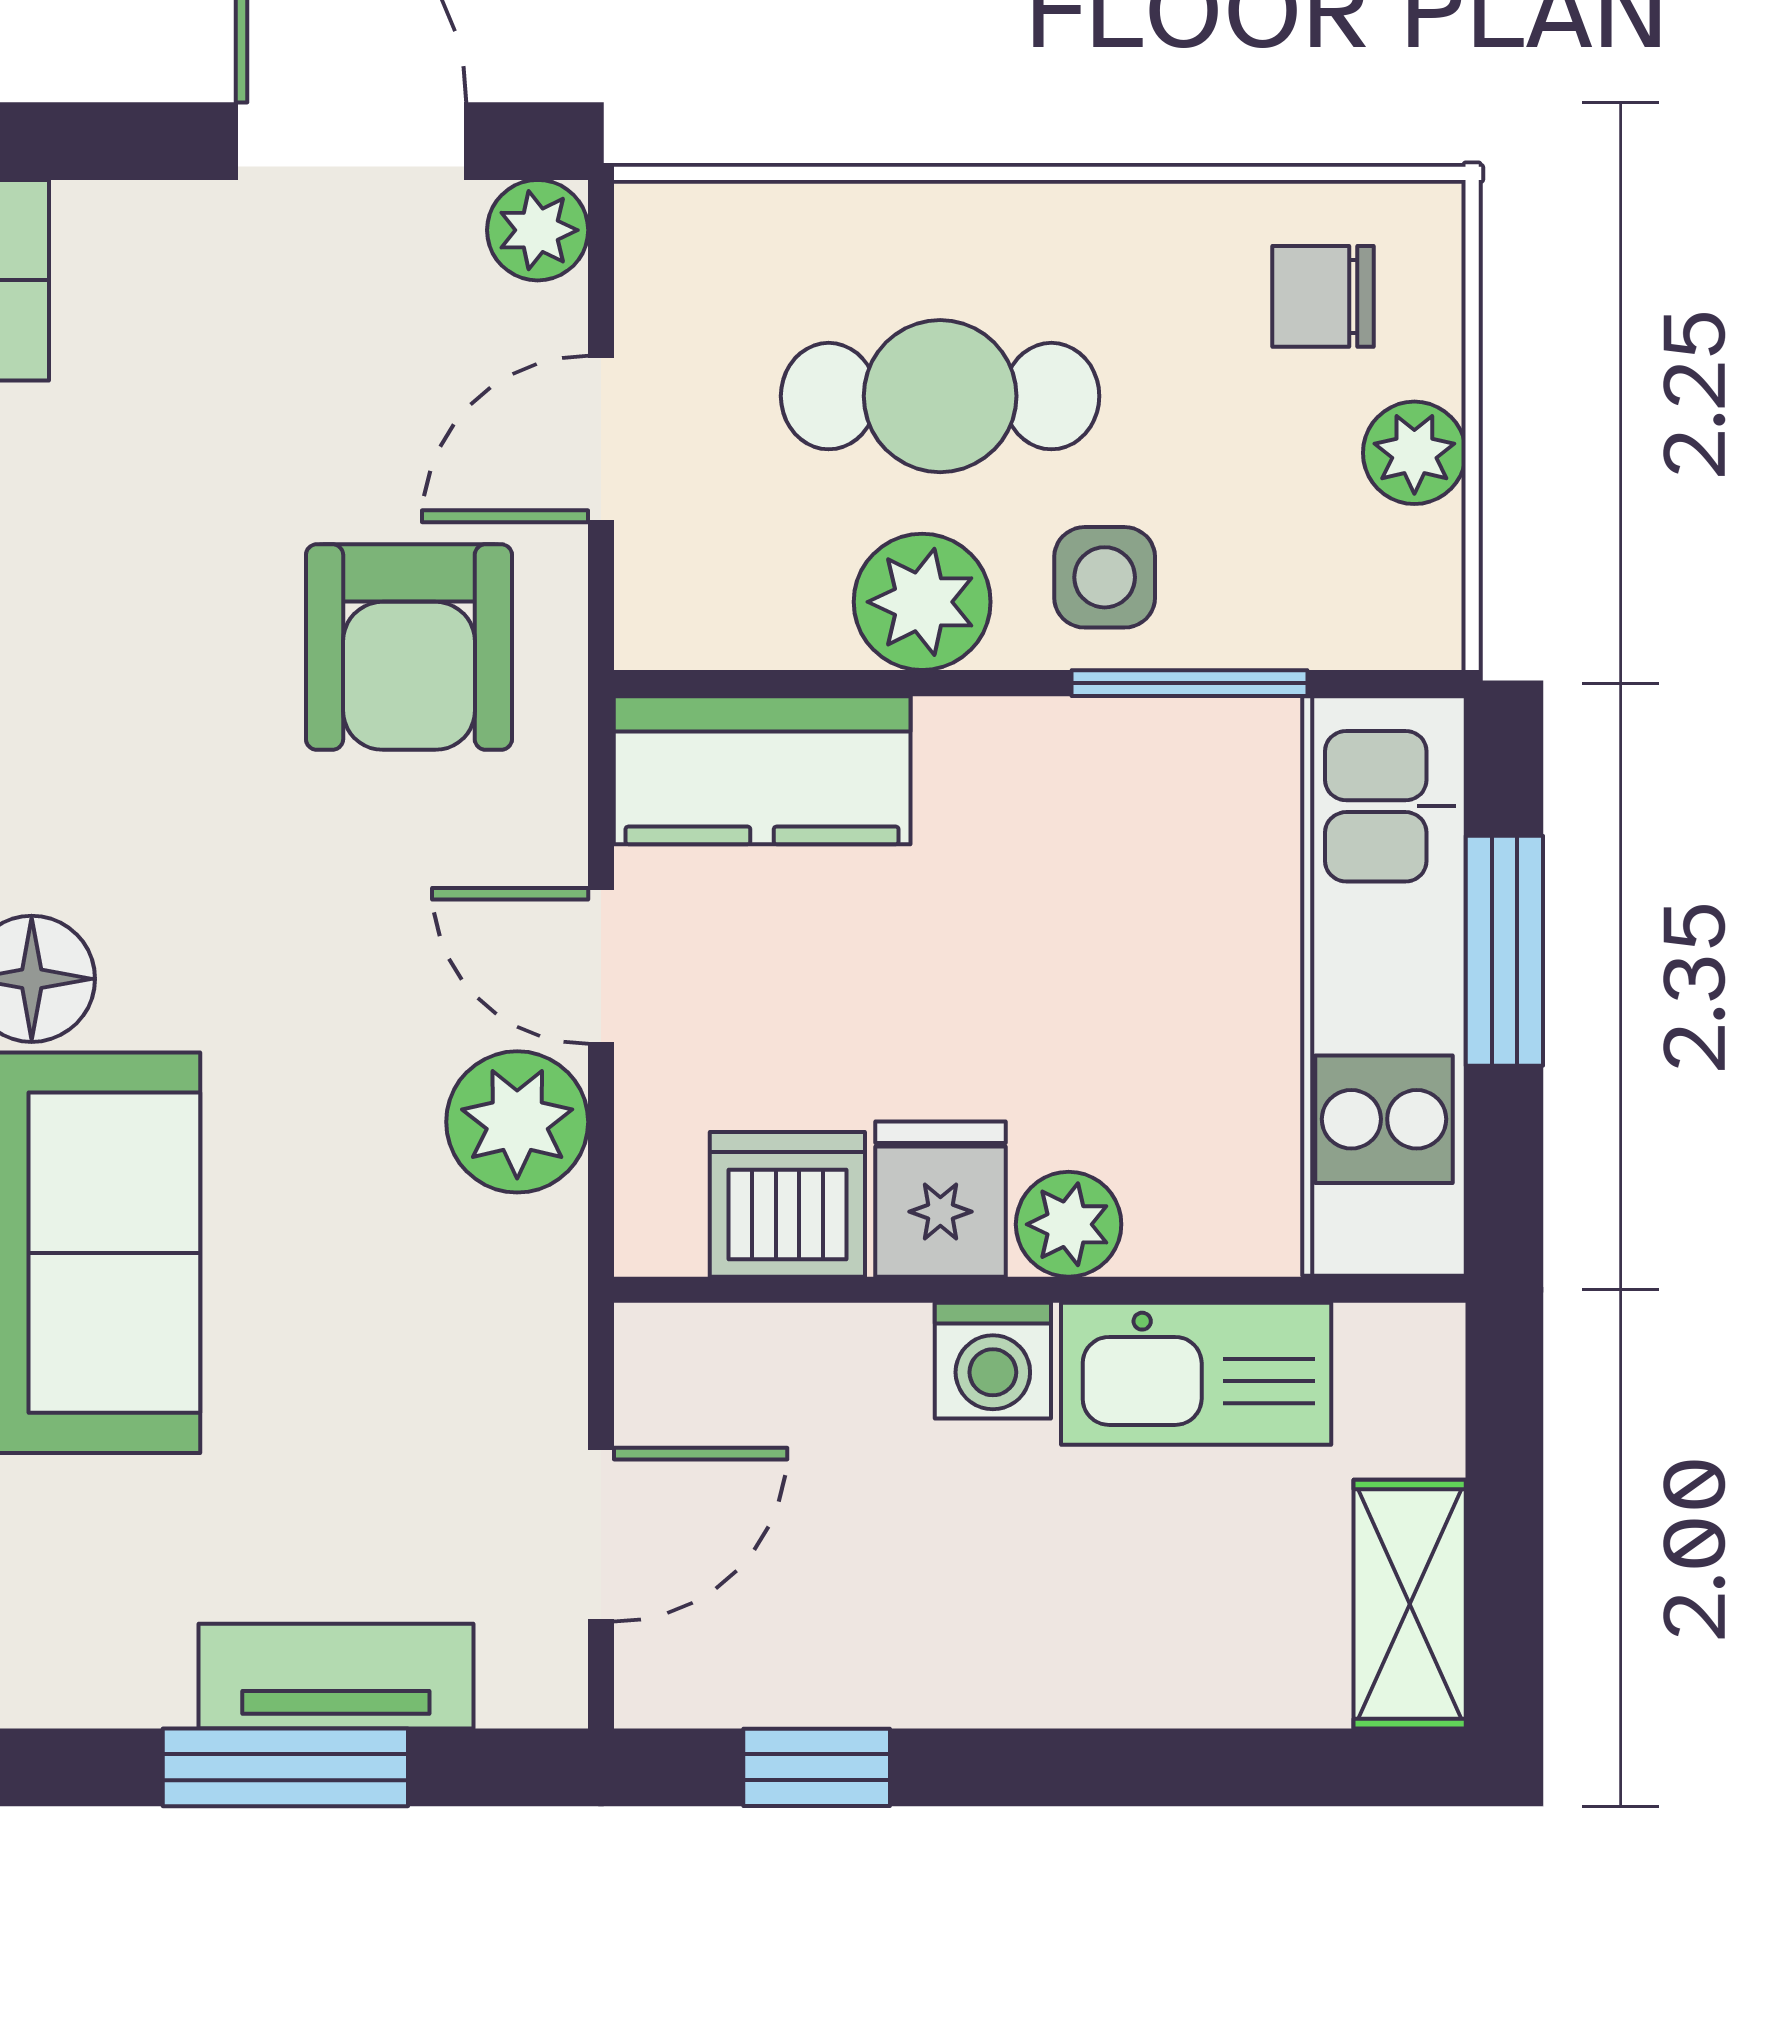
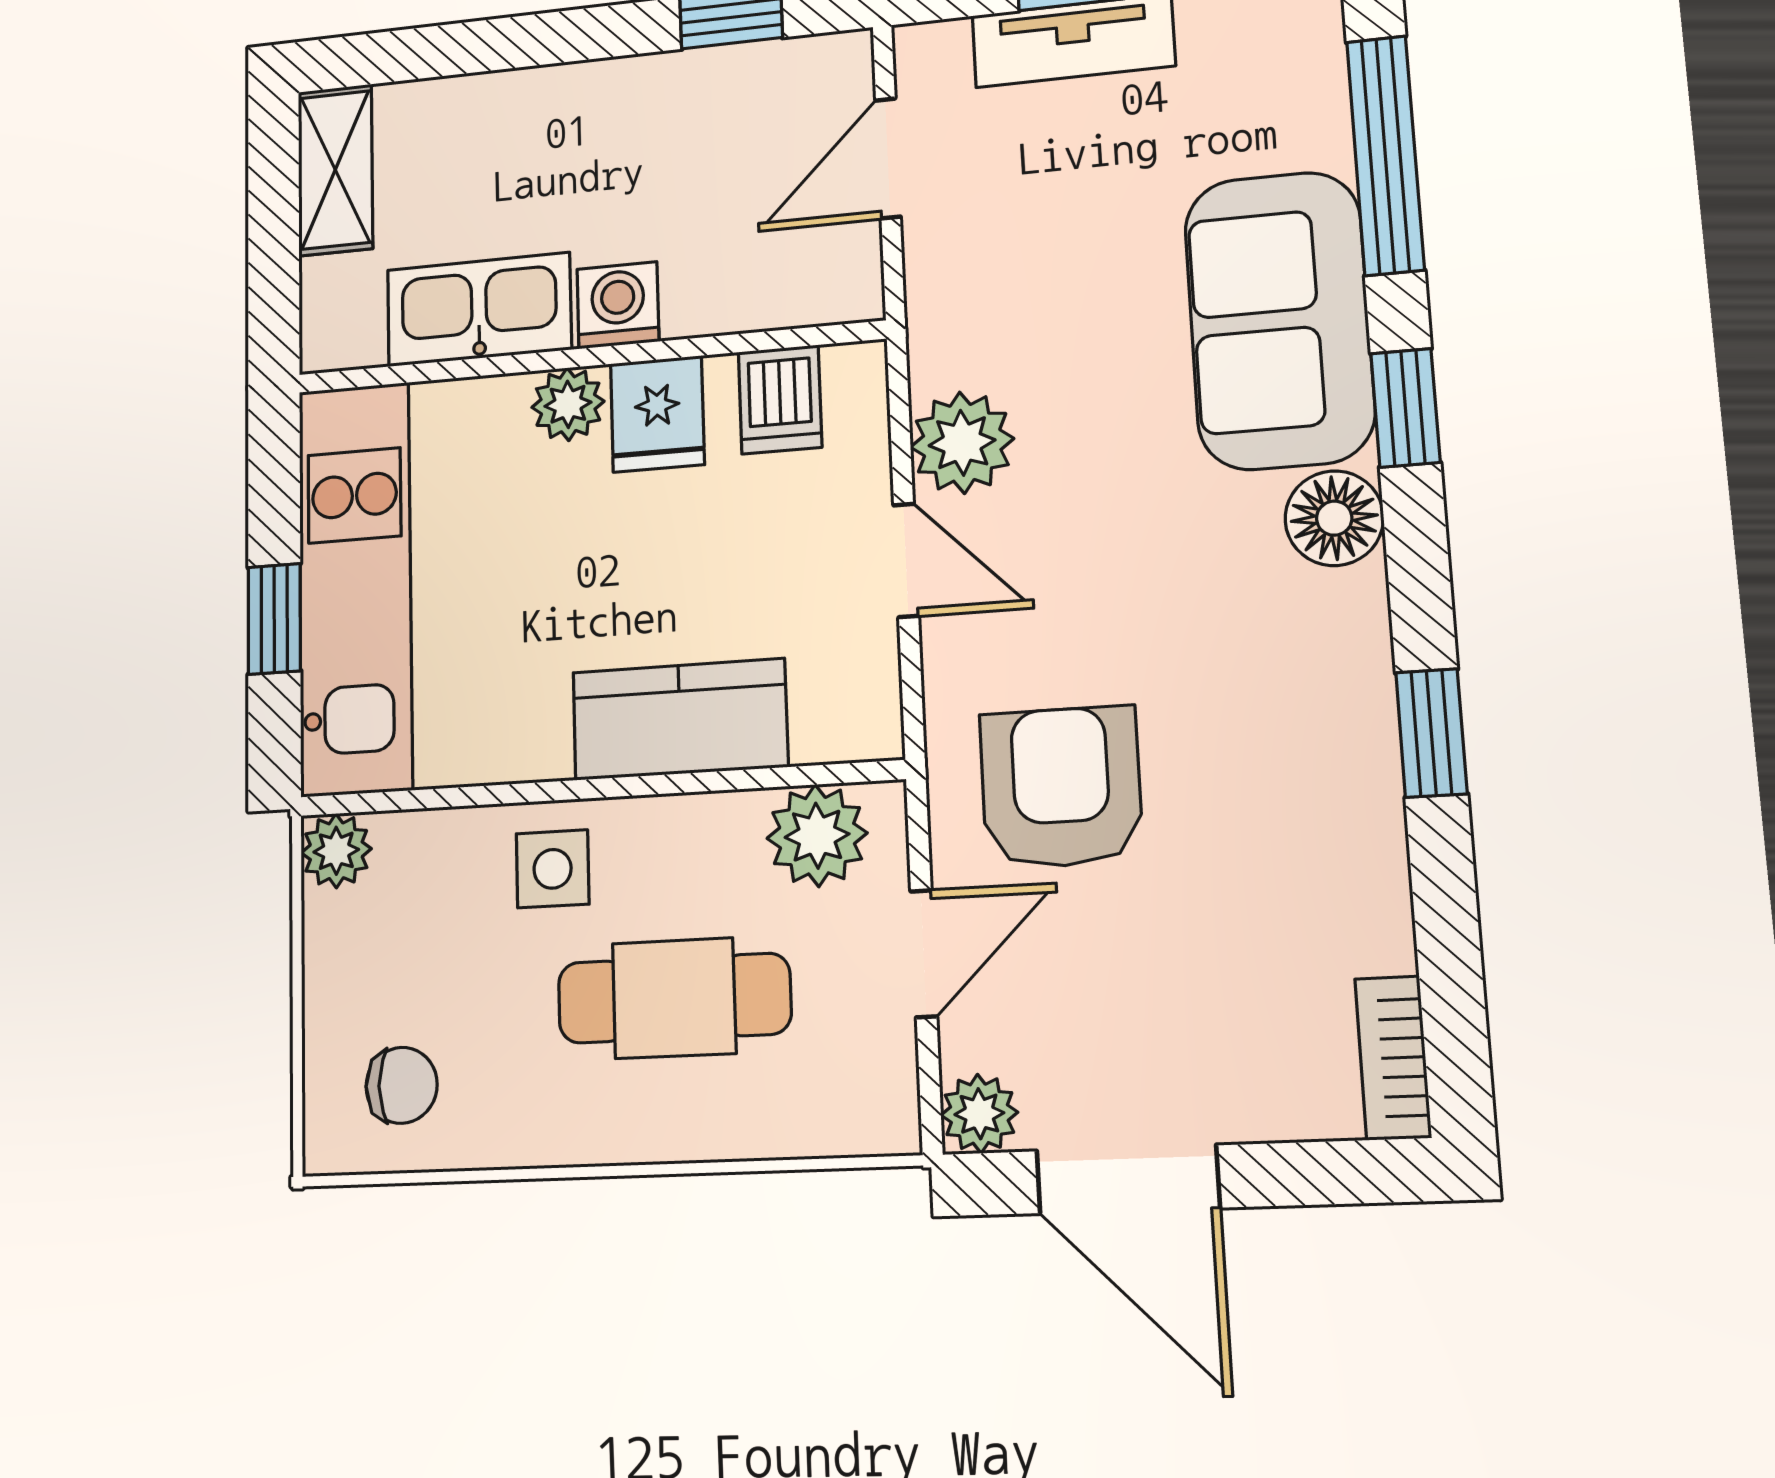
plant: (1414, 453) -> (336, 851), moved
plant: (922, 602) -> (817, 836), moved
window: (1189, 683) -> (491, 795), removed
kitchen counter: (762, 770) -> (680, 719), moved
window: (1504, 951) -> (274, 619), width x0.67
dishwasher: (787, 1204) -> (780, 399), width x0.73

